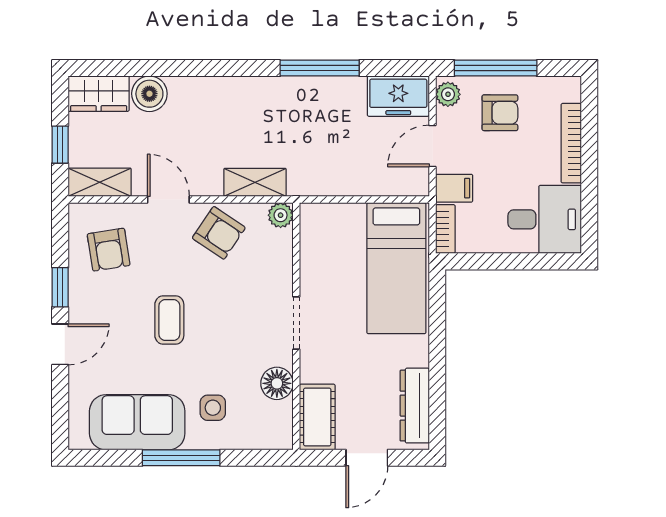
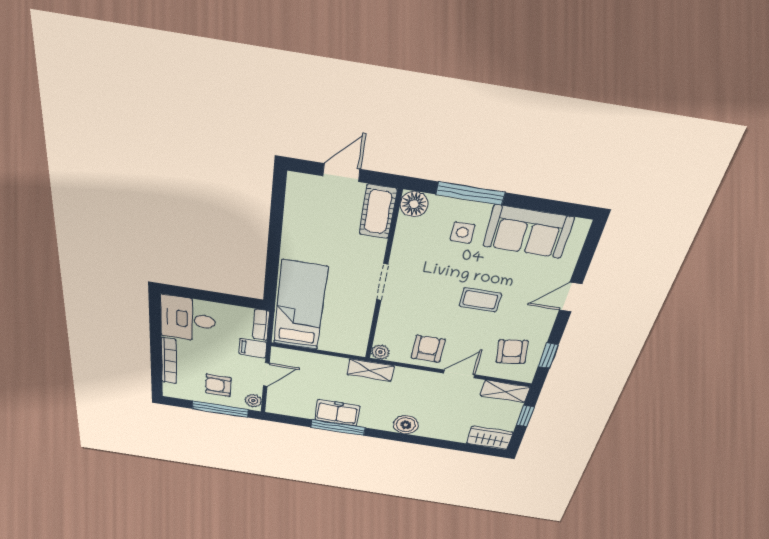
boiler: (149, 94) -> (406, 425), moved
freezer: (398, 96) -> (337, 413), moved
shelving: (255, 182) -> (370, 370), moved
door: (168, 200) -> (459, 374), swing flipped
armchair: (219, 233) -> (428, 349), turned 56
window: (60, 287) -> (548, 356), moved
coffee table: (169, 320) -> (480, 300), turned 90
floor lamp: (277, 383) -> (414, 204), moved
dresser: (415, 406) -> (296, 208), removed
window: (181, 458) -> (470, 193), moved

